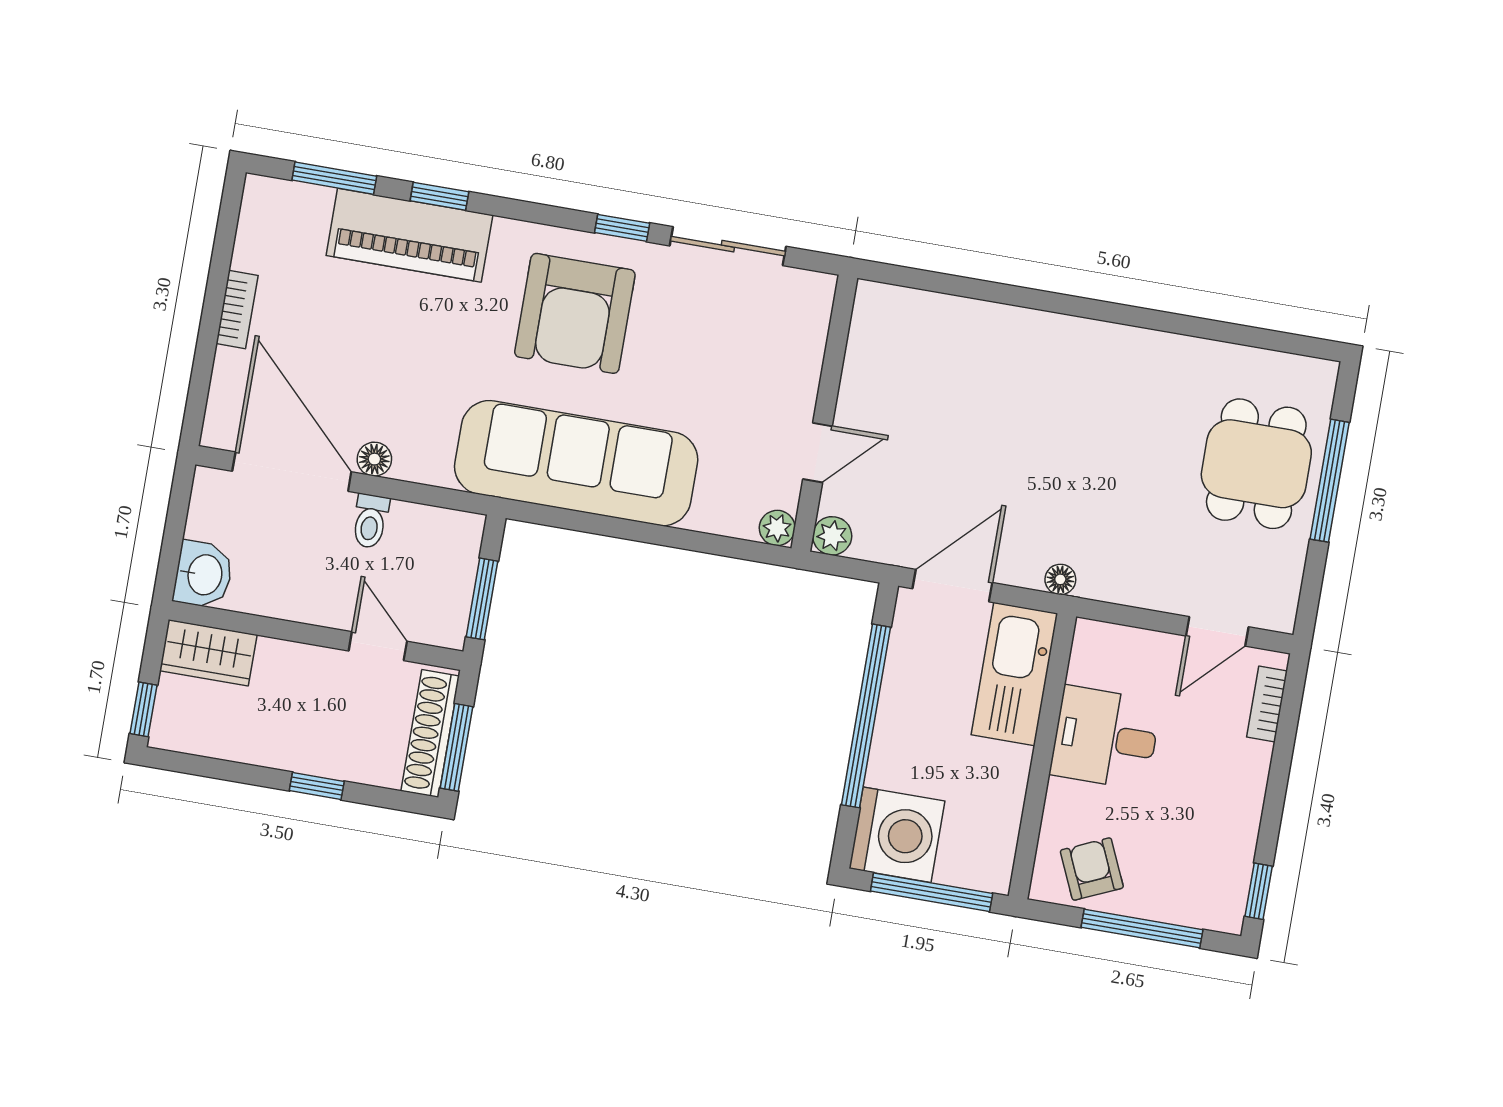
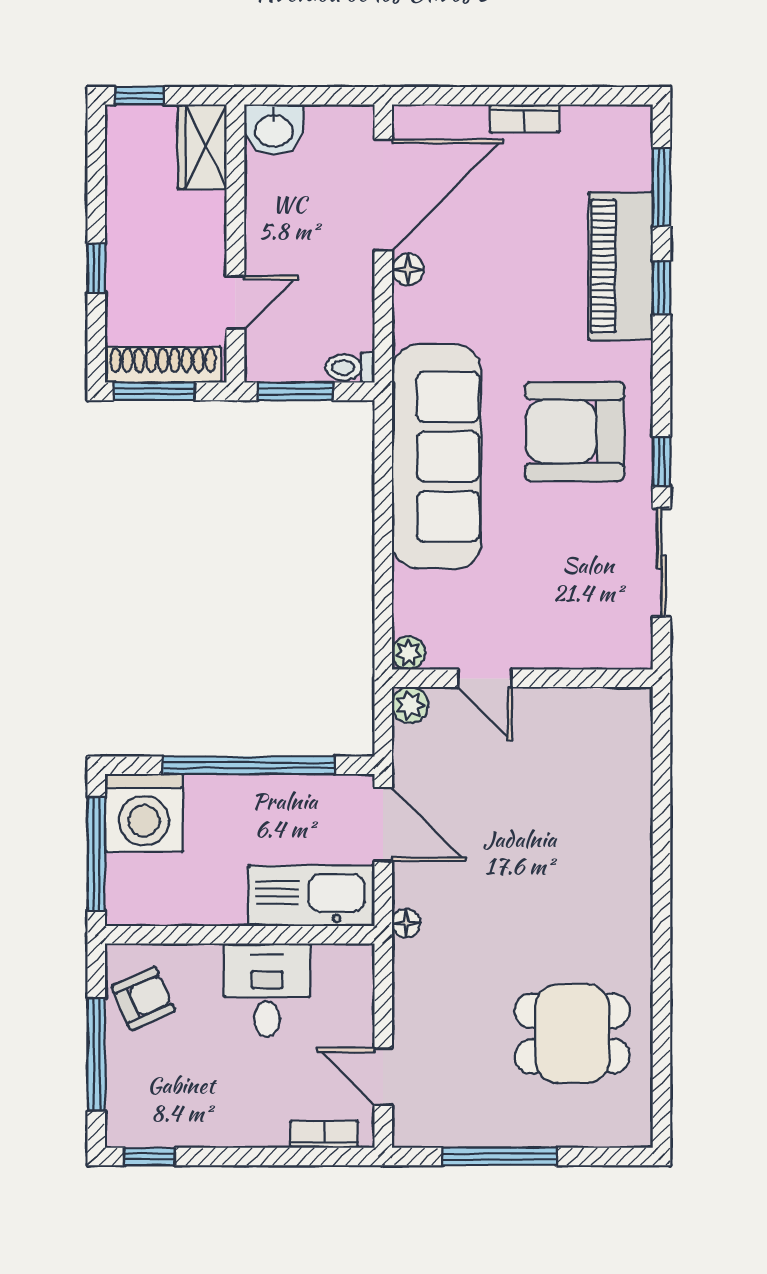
dining table: (1256, 464) -> (572, 1033), moved
window: (1330, 481) -> (500, 1156), moved
toilet: (370, 521) -> (350, 368), moved

